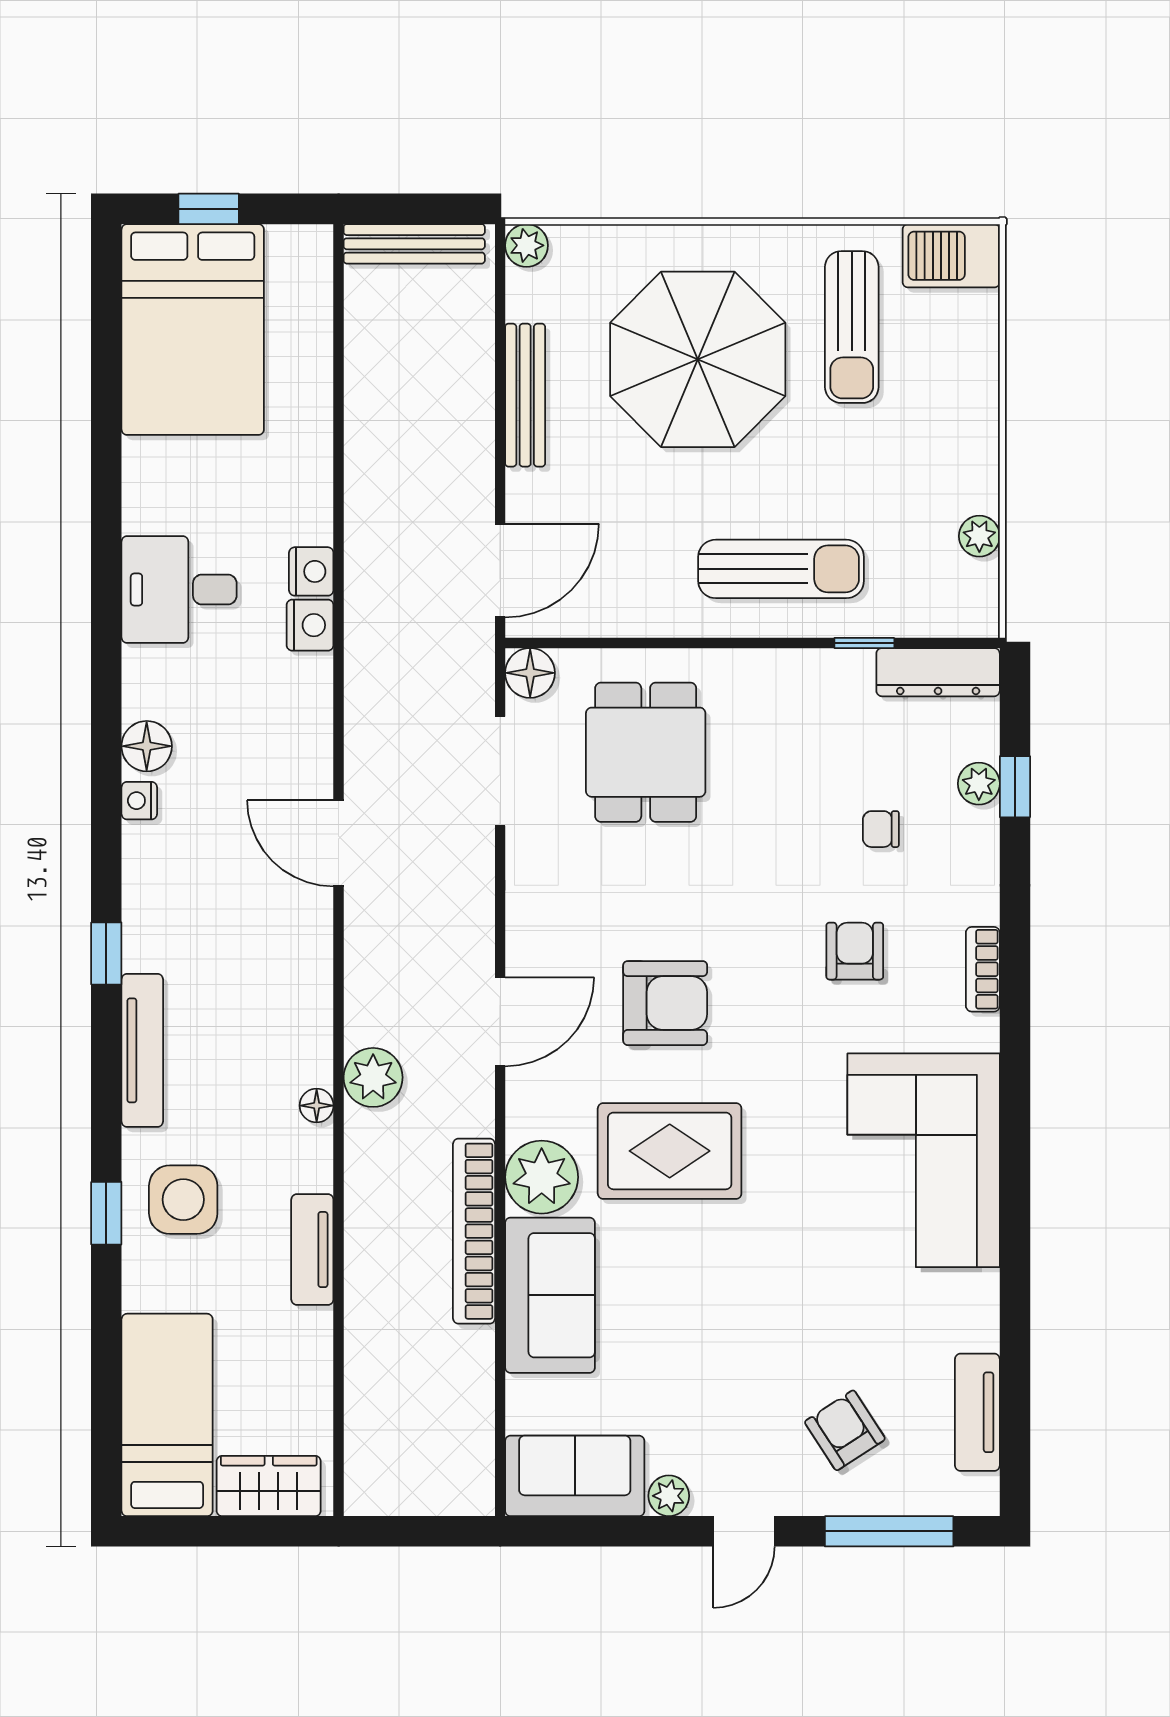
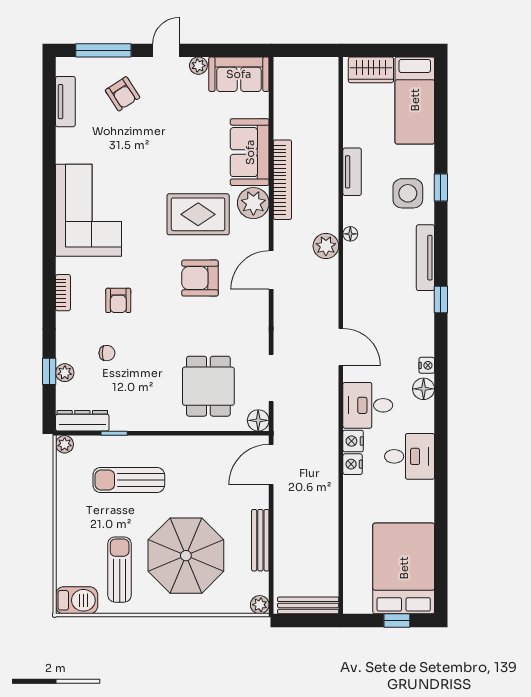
plant: (979, 536) -> (65, 444), moved
sun lounger: (781, 569) -> (129, 480), moved
desk: (276, 708) -> (368, 405), added

